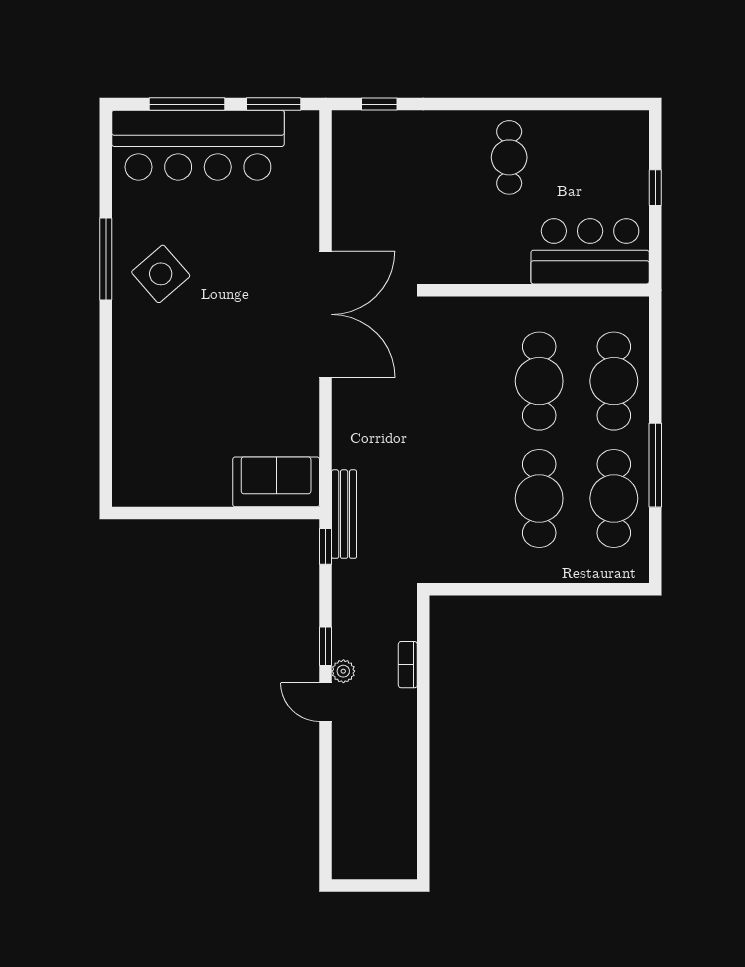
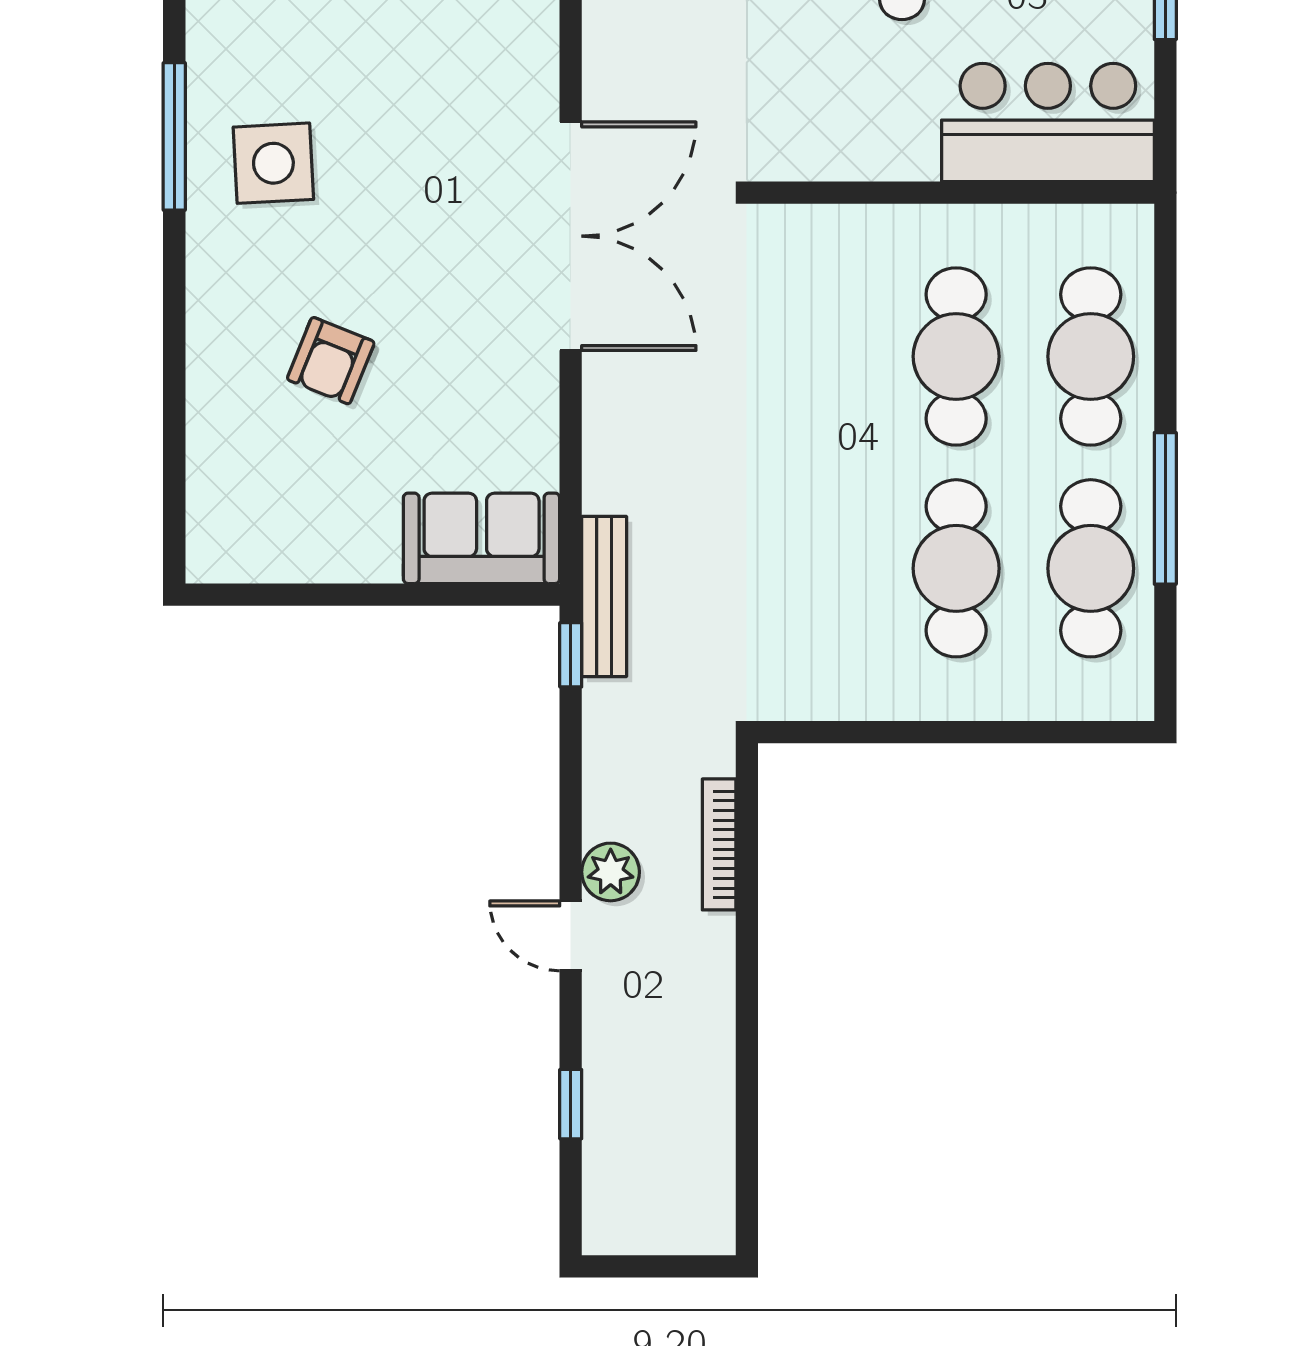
side table: (161, 274) -> (273, 163), turned 38
armchair: (192, 383) -> (331, 361), added
window: (326, 646) -> (571, 1104), moved
bookcase: (408, 665) -> (719, 844), width x1.56
plant: (343, 671) -> (611, 872), width x1.38, depth x1.38

